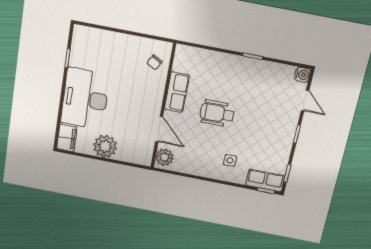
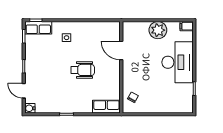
row of seats: (177, 92) -> (106, 107), moved, turned 90
filing cabinet: (67, 138) -> (187, 26), width x0.50
plant: (165, 157) -> (114, 31), removed

